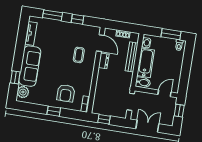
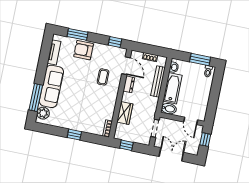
window: (77, 19) -> (115, 42), moved
window: (15, 77) -> (36, 98), width x2.17
wardrobe: (101, 88) -> (125, 113), added
armchair: (66, 93) -> (84, 50), moved, turned 90
door: (164, 93) -> (191, 121), swing flipped

